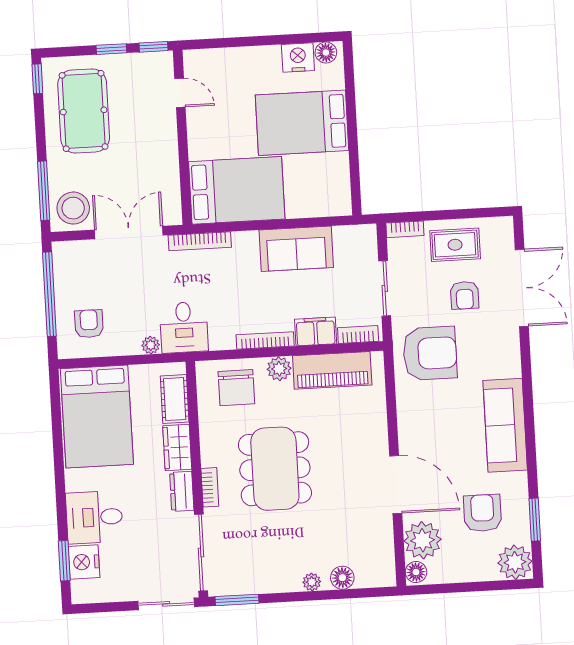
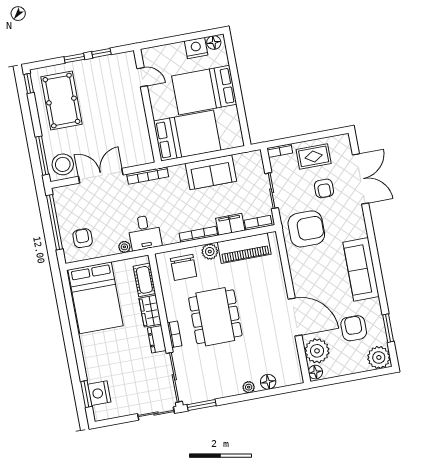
door: (180, 93) -> (142, 77), moved
wall: (182, 137) -> (148, 106), moved
bed: (237, 190) -> (187, 136), moved
desk: (94, 517) -> (102, 363), removed

